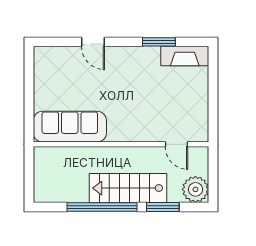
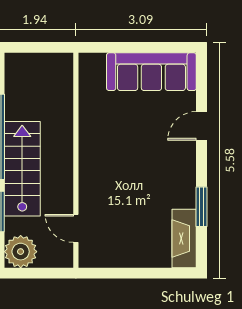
sofa: (70, 127) -> (151, 72), moved, turned 90
door: (177, 144) -> (76, 228), hinge flipped

